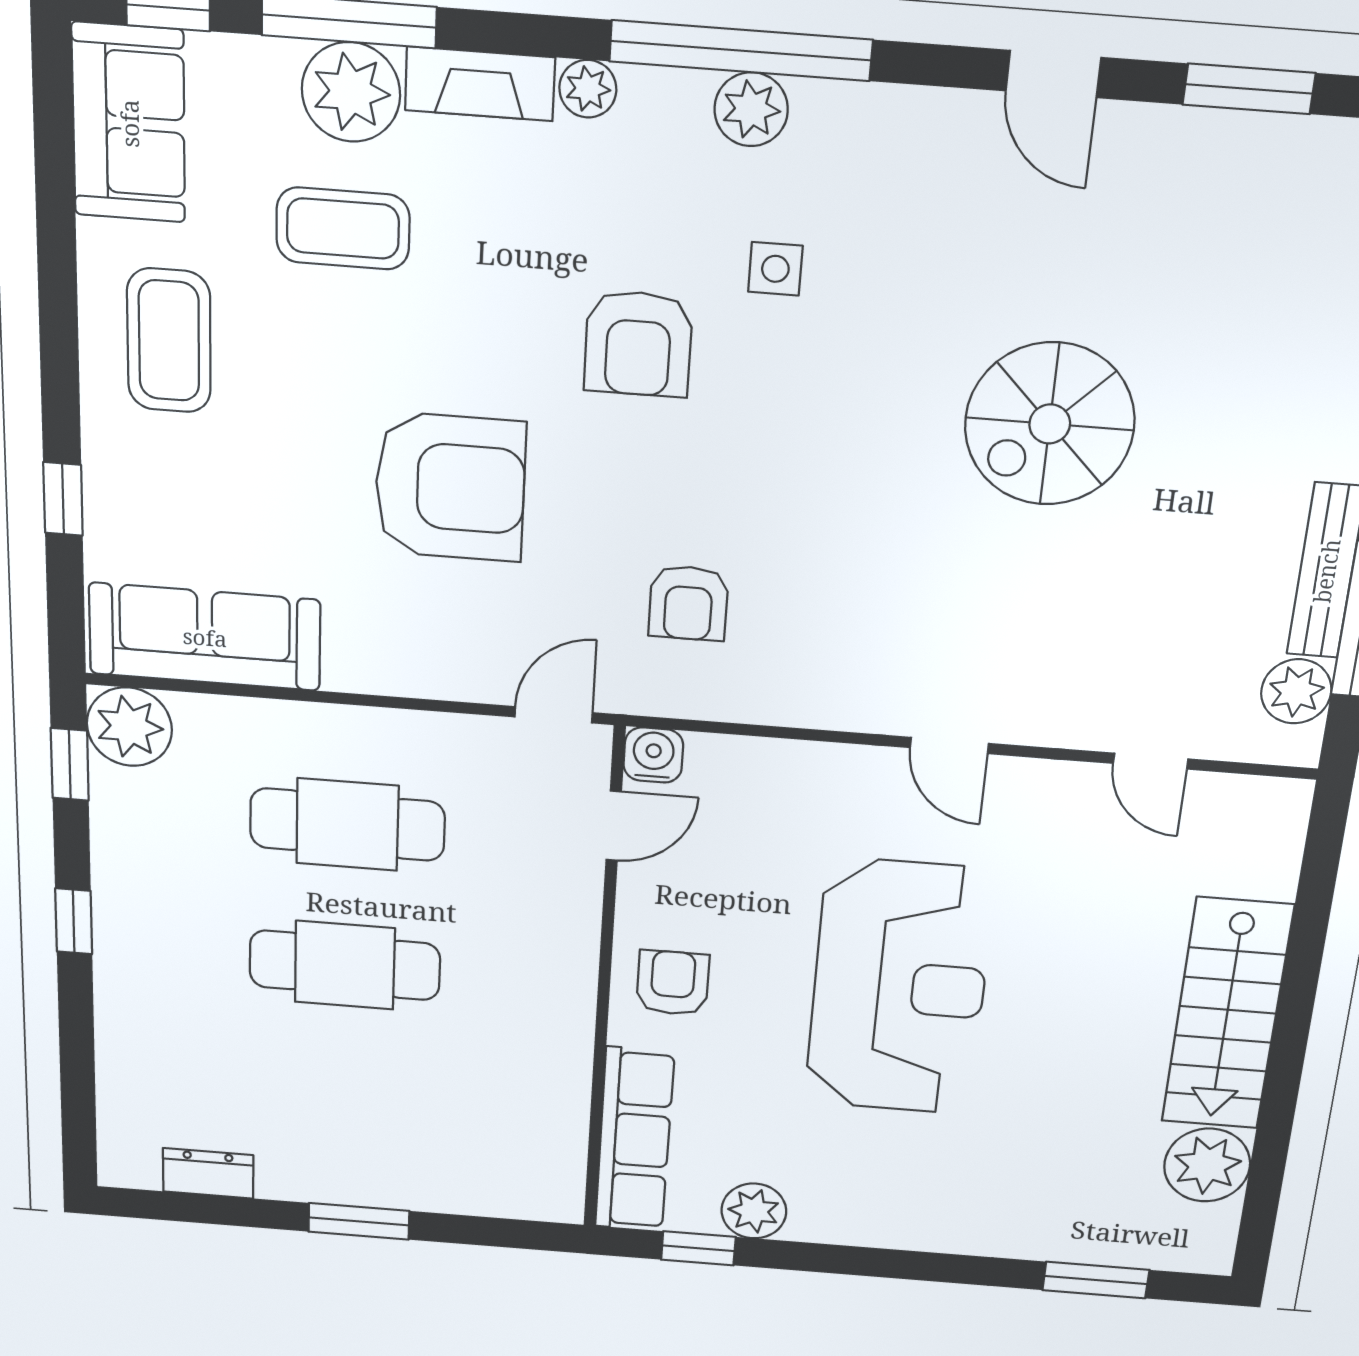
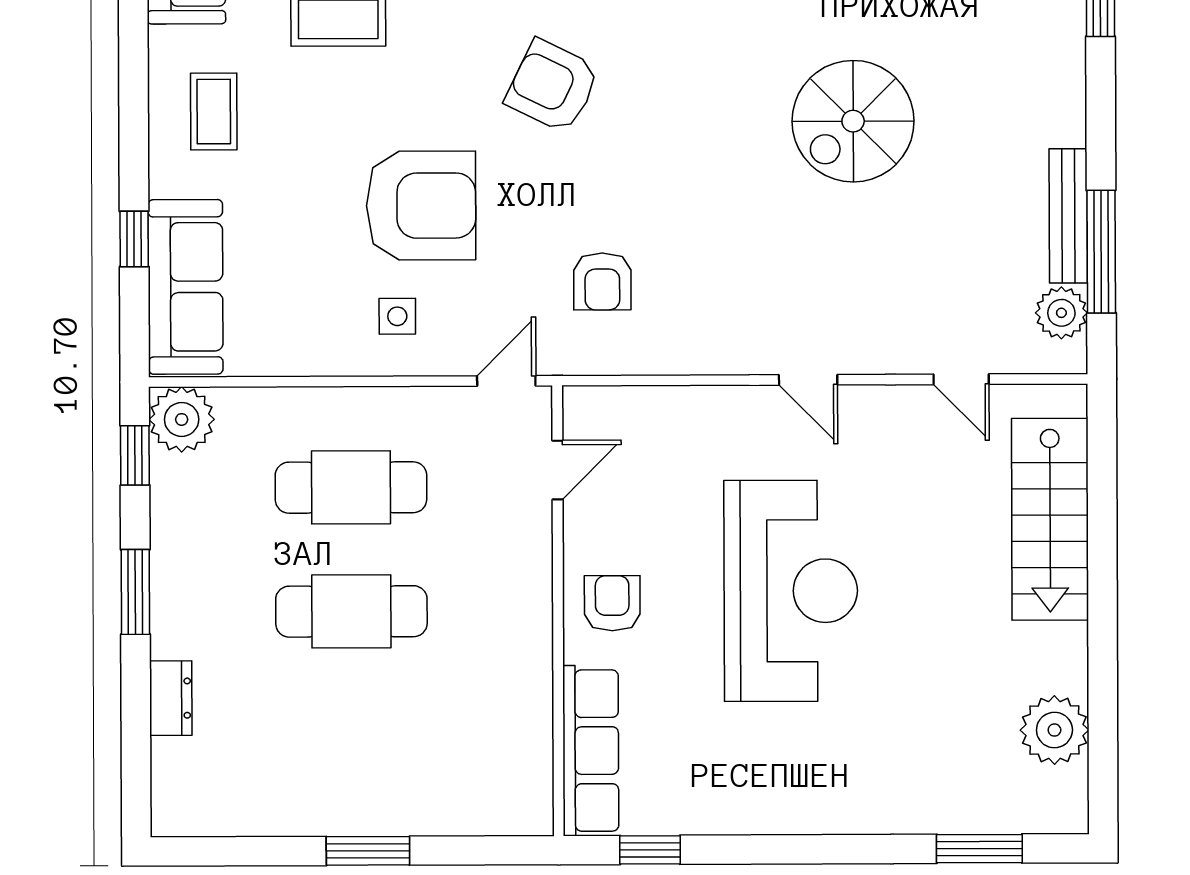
side table: (775, 269) -> (397, 316), moved
coffee table: (169, 341) -> (214, 112), width x0.73, depth x0.77
armchair: (638, 344) -> (553, 86), turned 116
sofa: (205, 637) -> (186, 287), moved, turned 90
water cooler: (653, 755) -> (584, 408), removed
window: (74, 921) -> (135, 592), width x1.50
stairs: (1227, 1014) -> (1050, 519), moved
dresser: (208, 1173) -> (171, 698), moved, turned 90
plant: (754, 1211) -> (693, 809), removed

